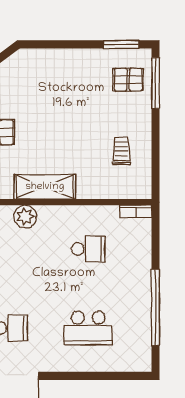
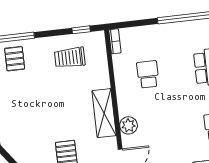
trolley: (121, 151) -> (70, 58), width x1.36, depth x1.39
window: (156, 170) -> (81, 30), added

